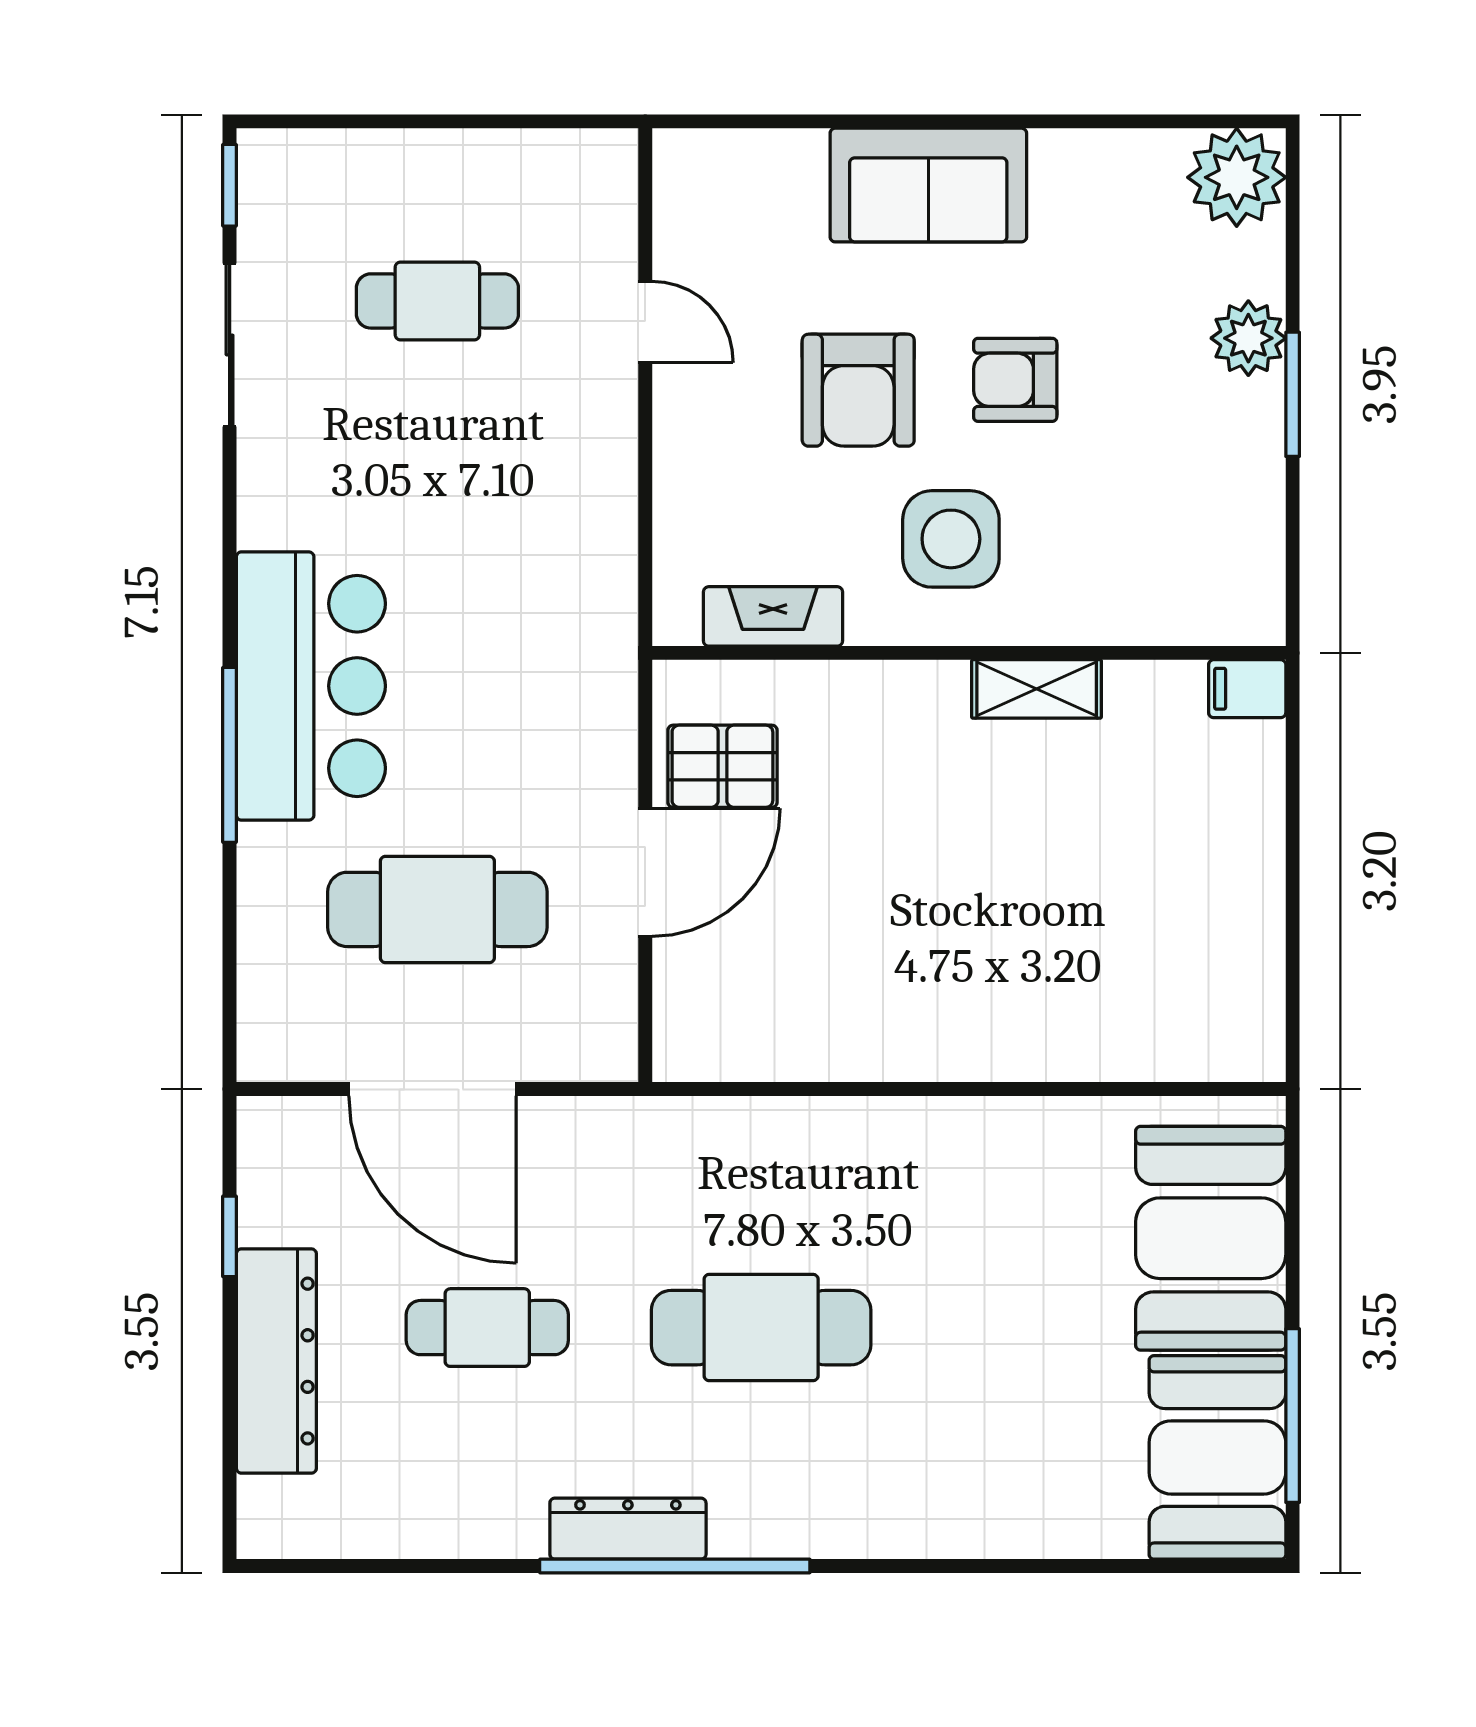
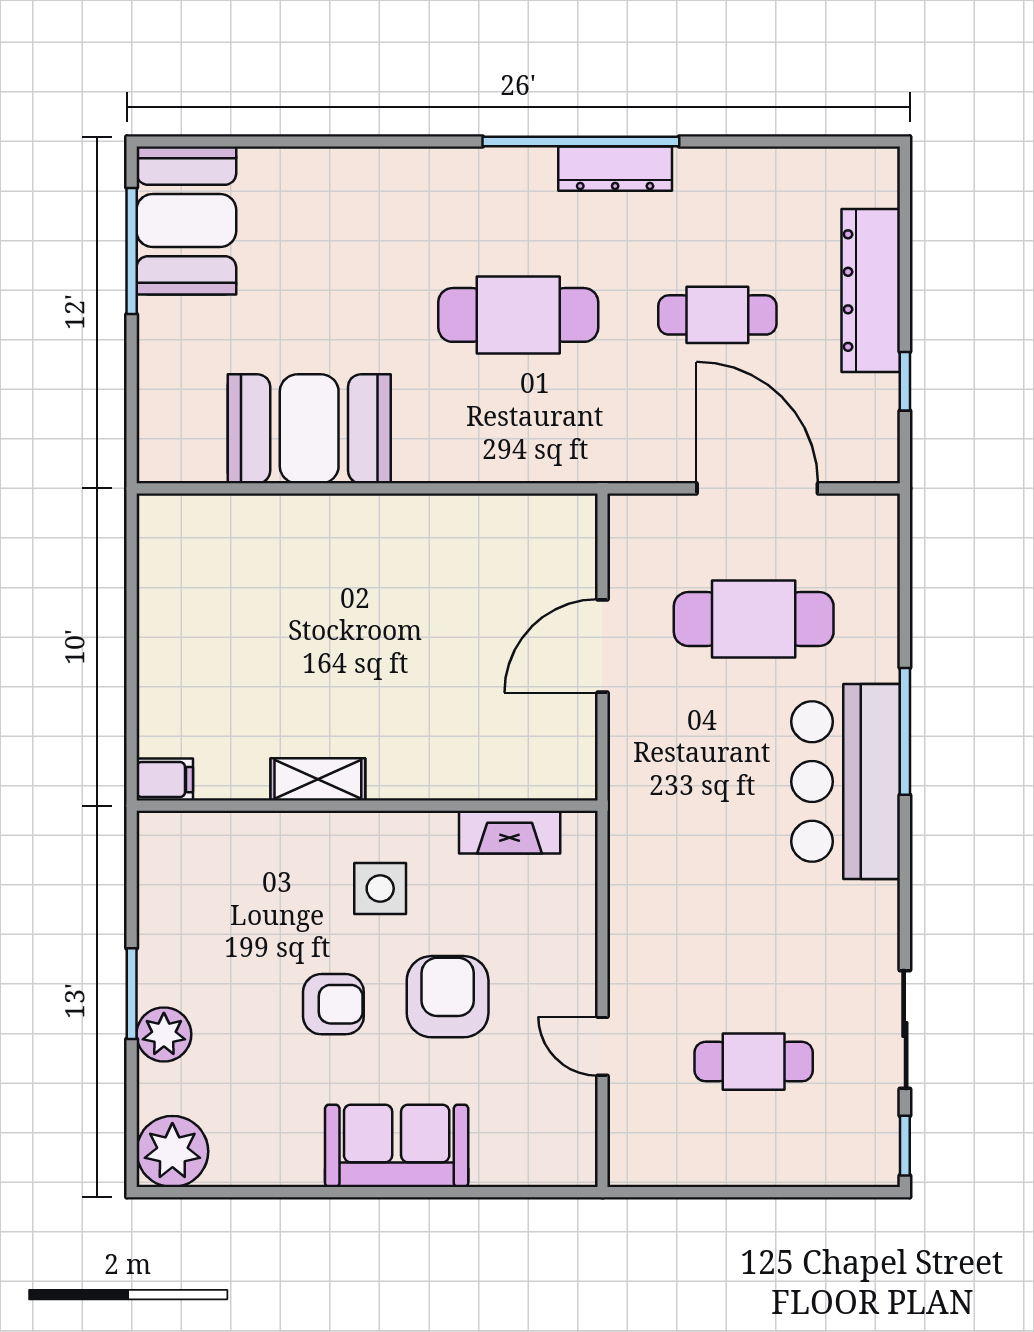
side table: (951, 539) -> (380, 888), width x0.73, depth x0.73
pallet: (722, 766) -> (546, 723), removed
booth: (1211, 1238) -> (309, 429), moved, turned 90

